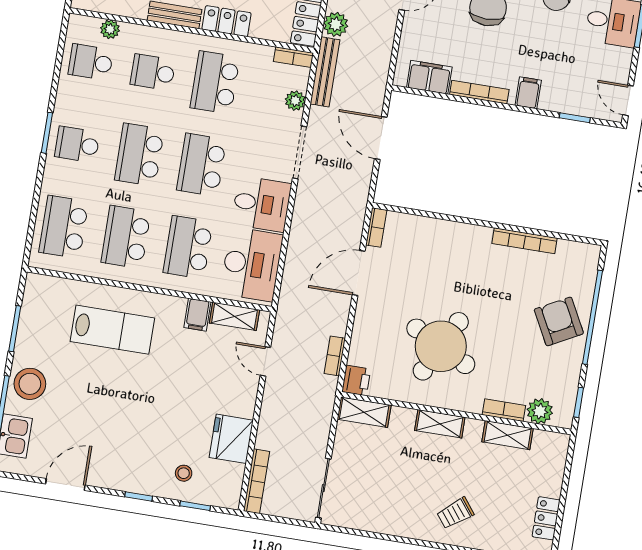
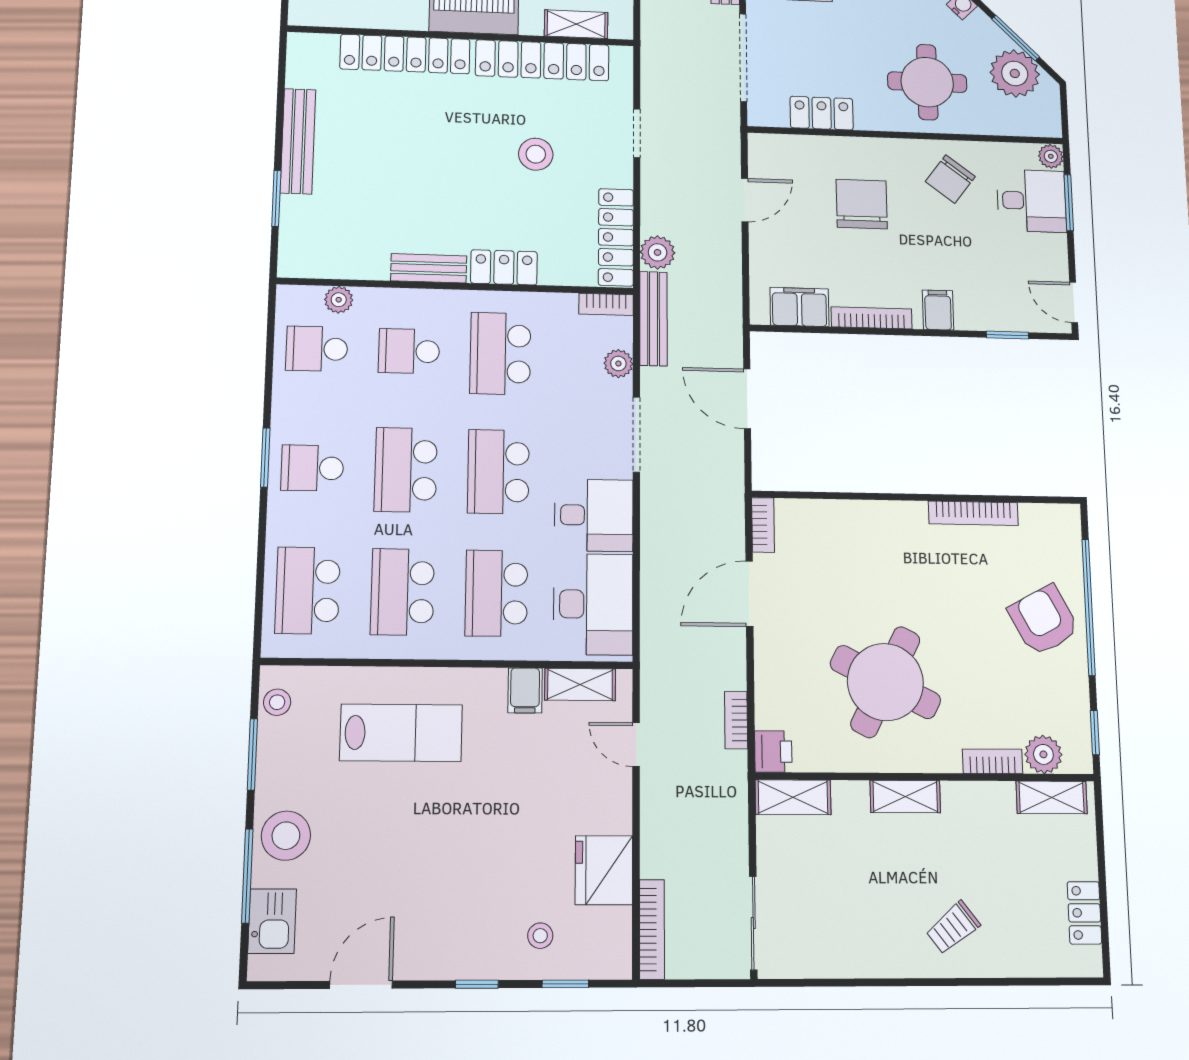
stool: (35, 297) -> (277, 702), added
shelving: (508, 435) -> (1052, 797), moved

